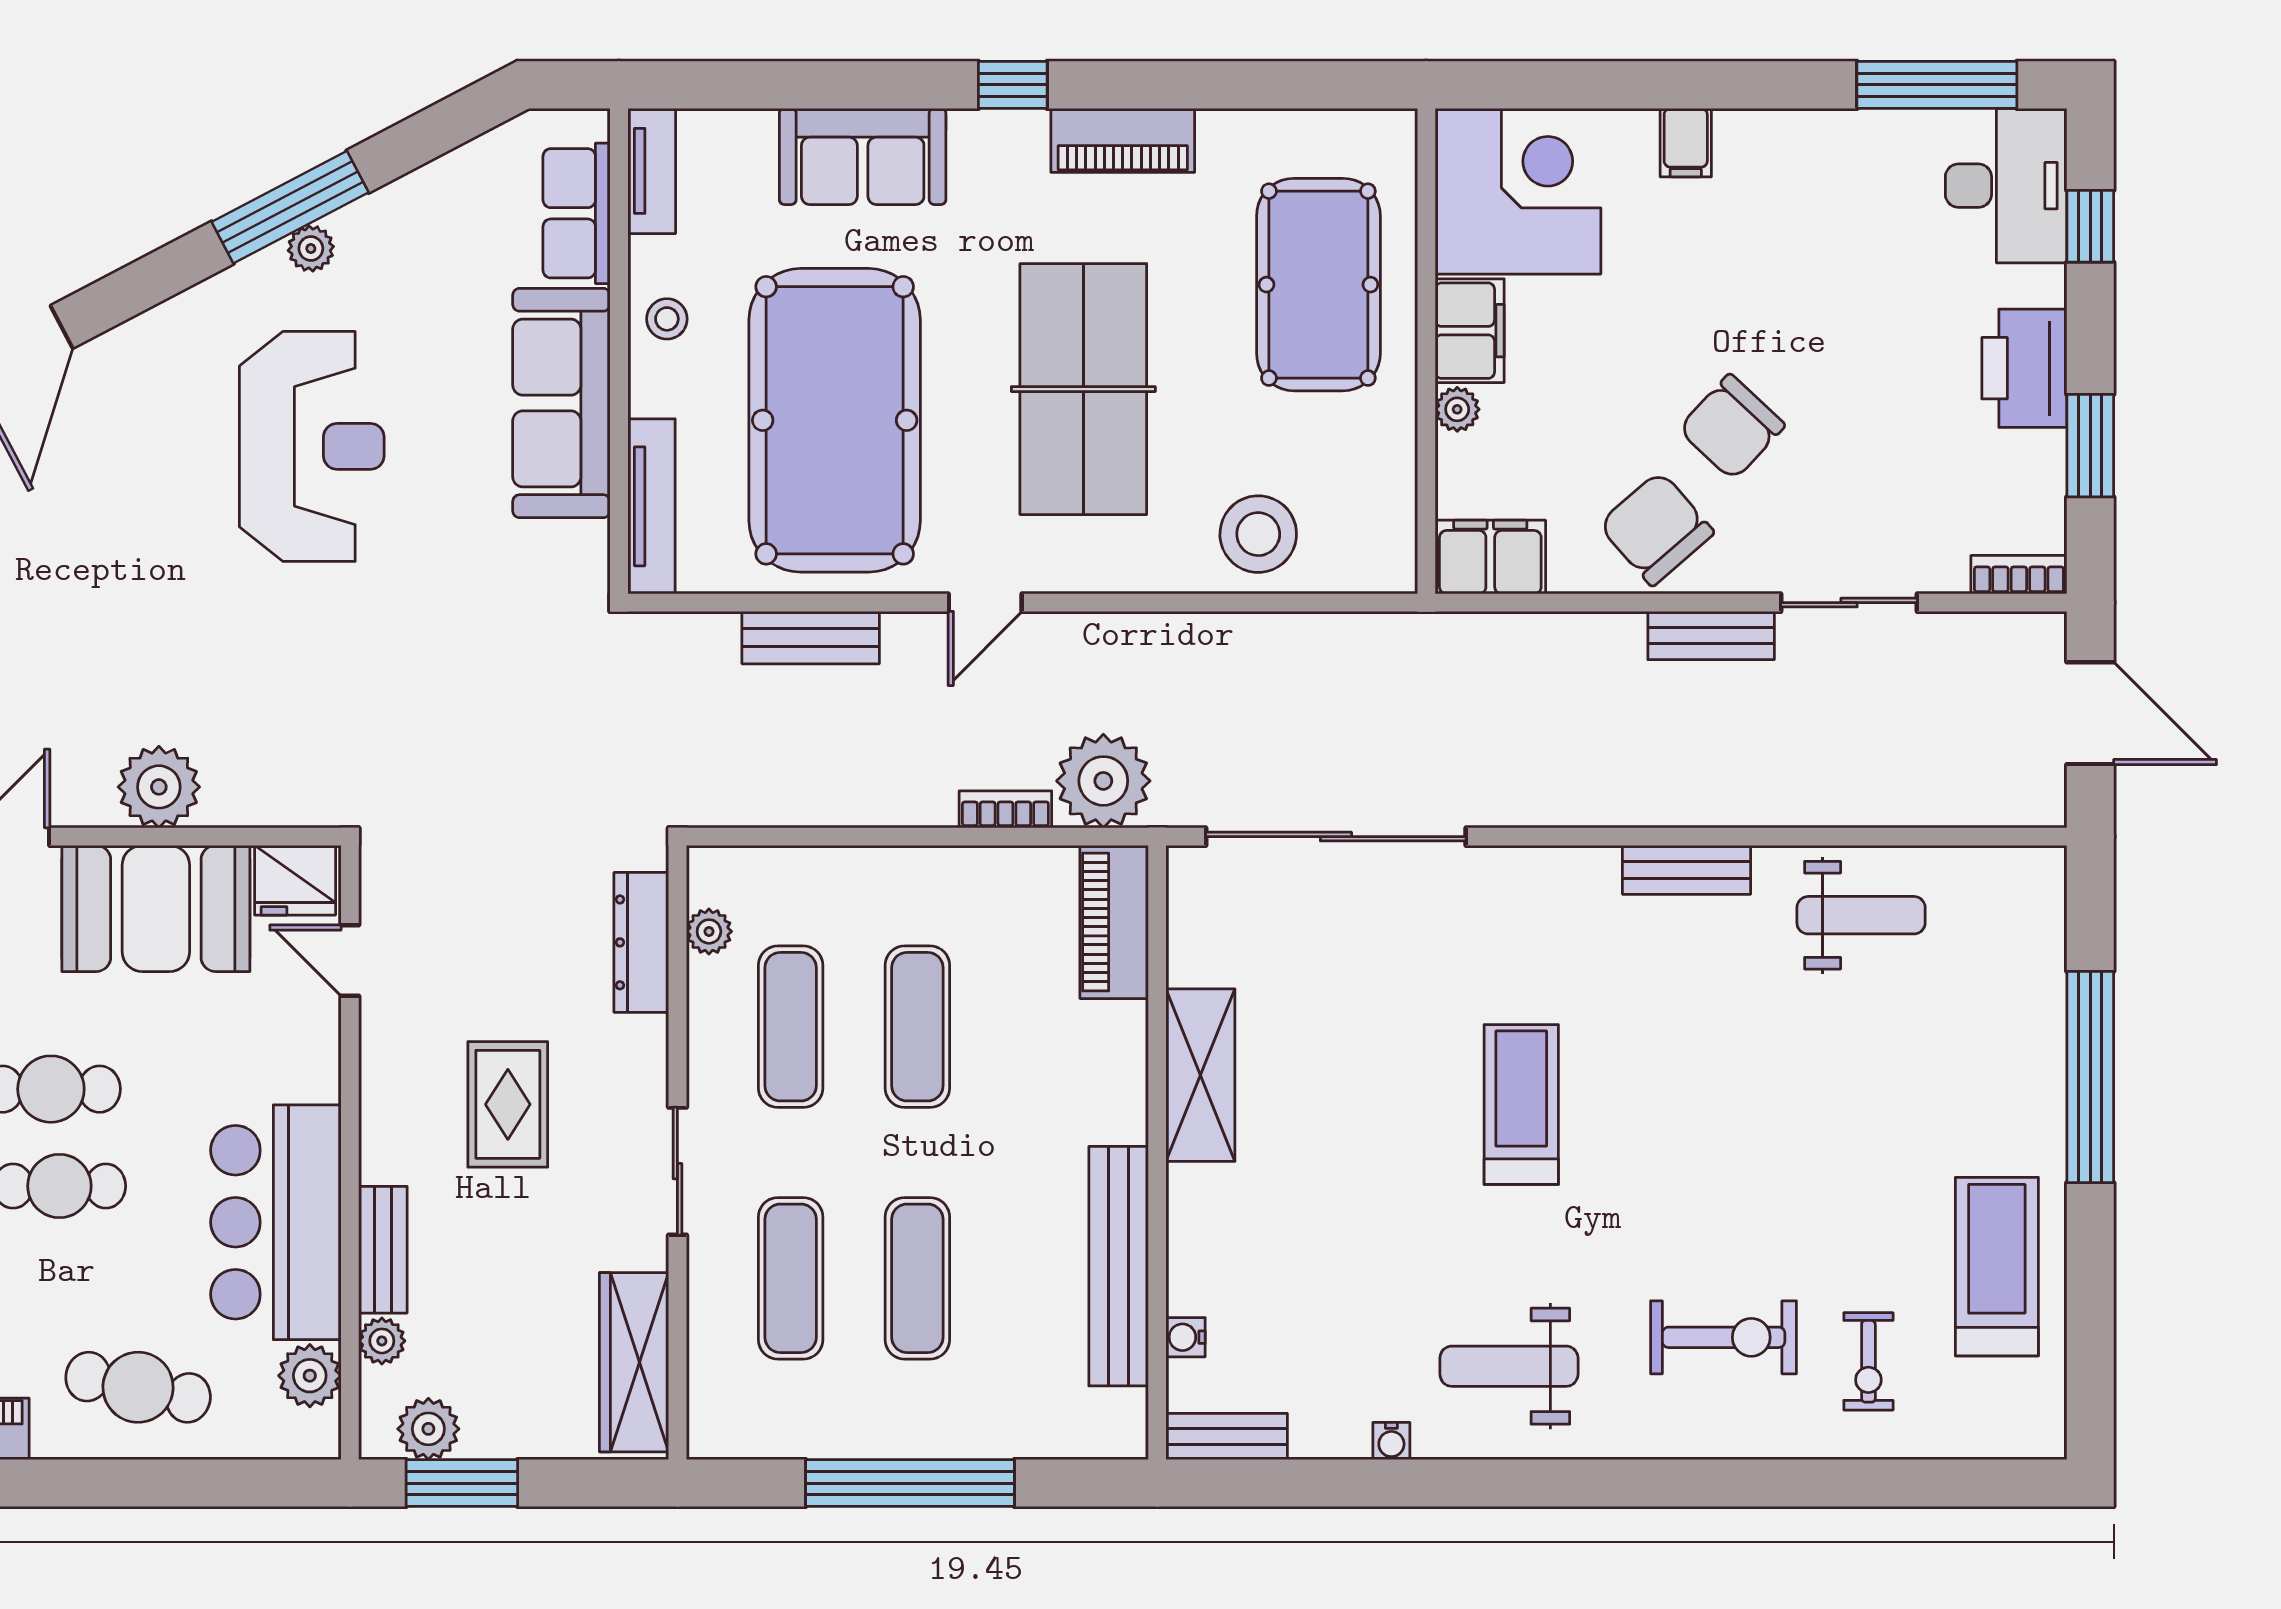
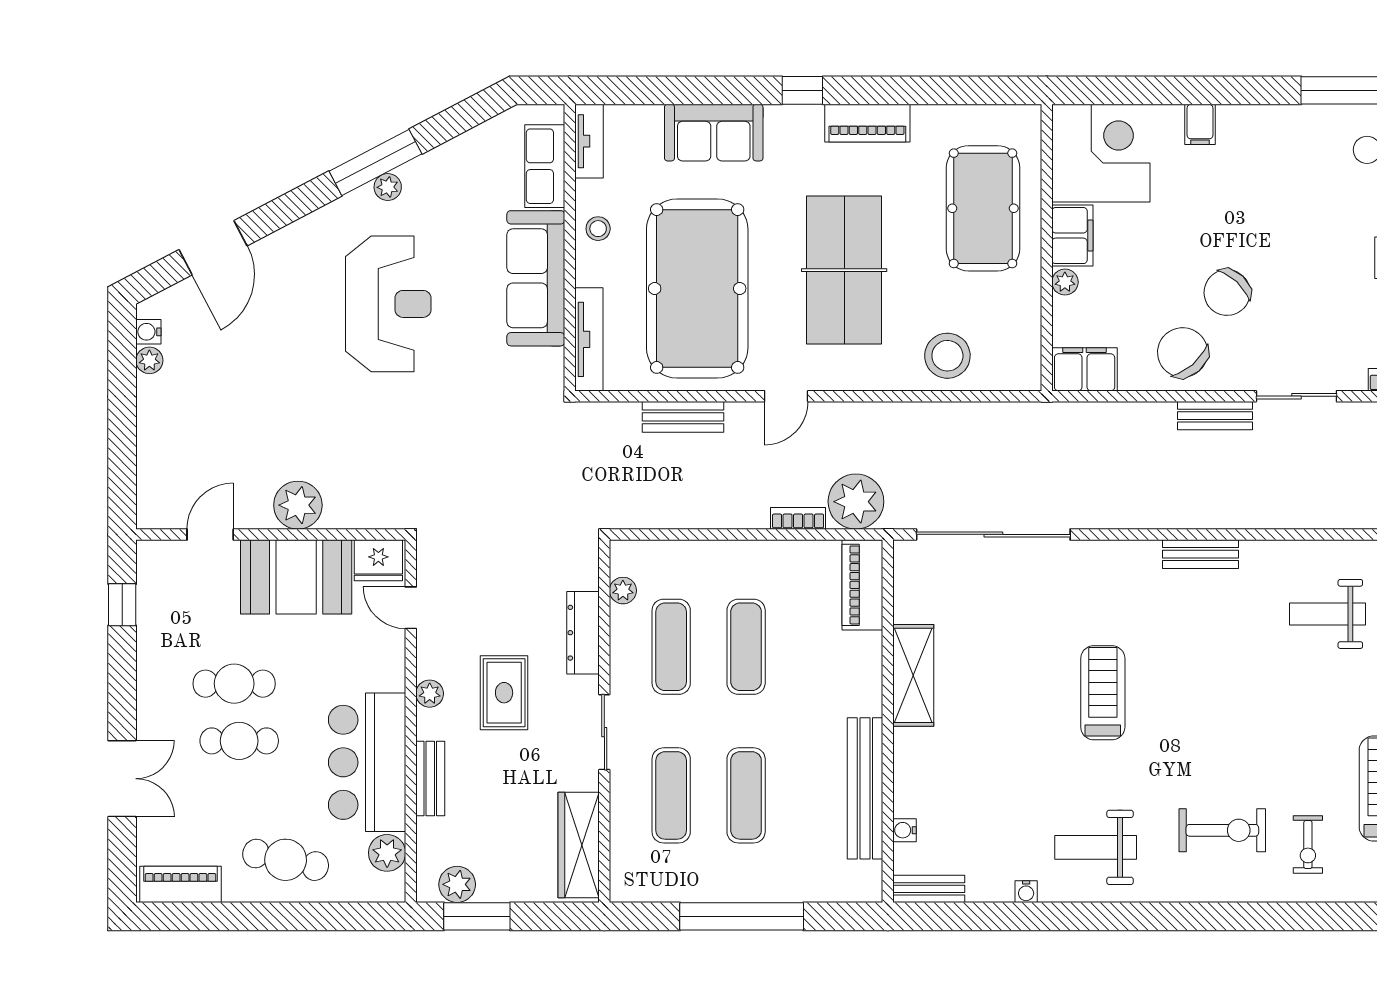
weight bench: (1861, 915) -> (1328, 614), moved, turned 180
dresser: (641, 942) -> (583, 633), moved
plant: (382, 1341) -> (430, 694), moved

